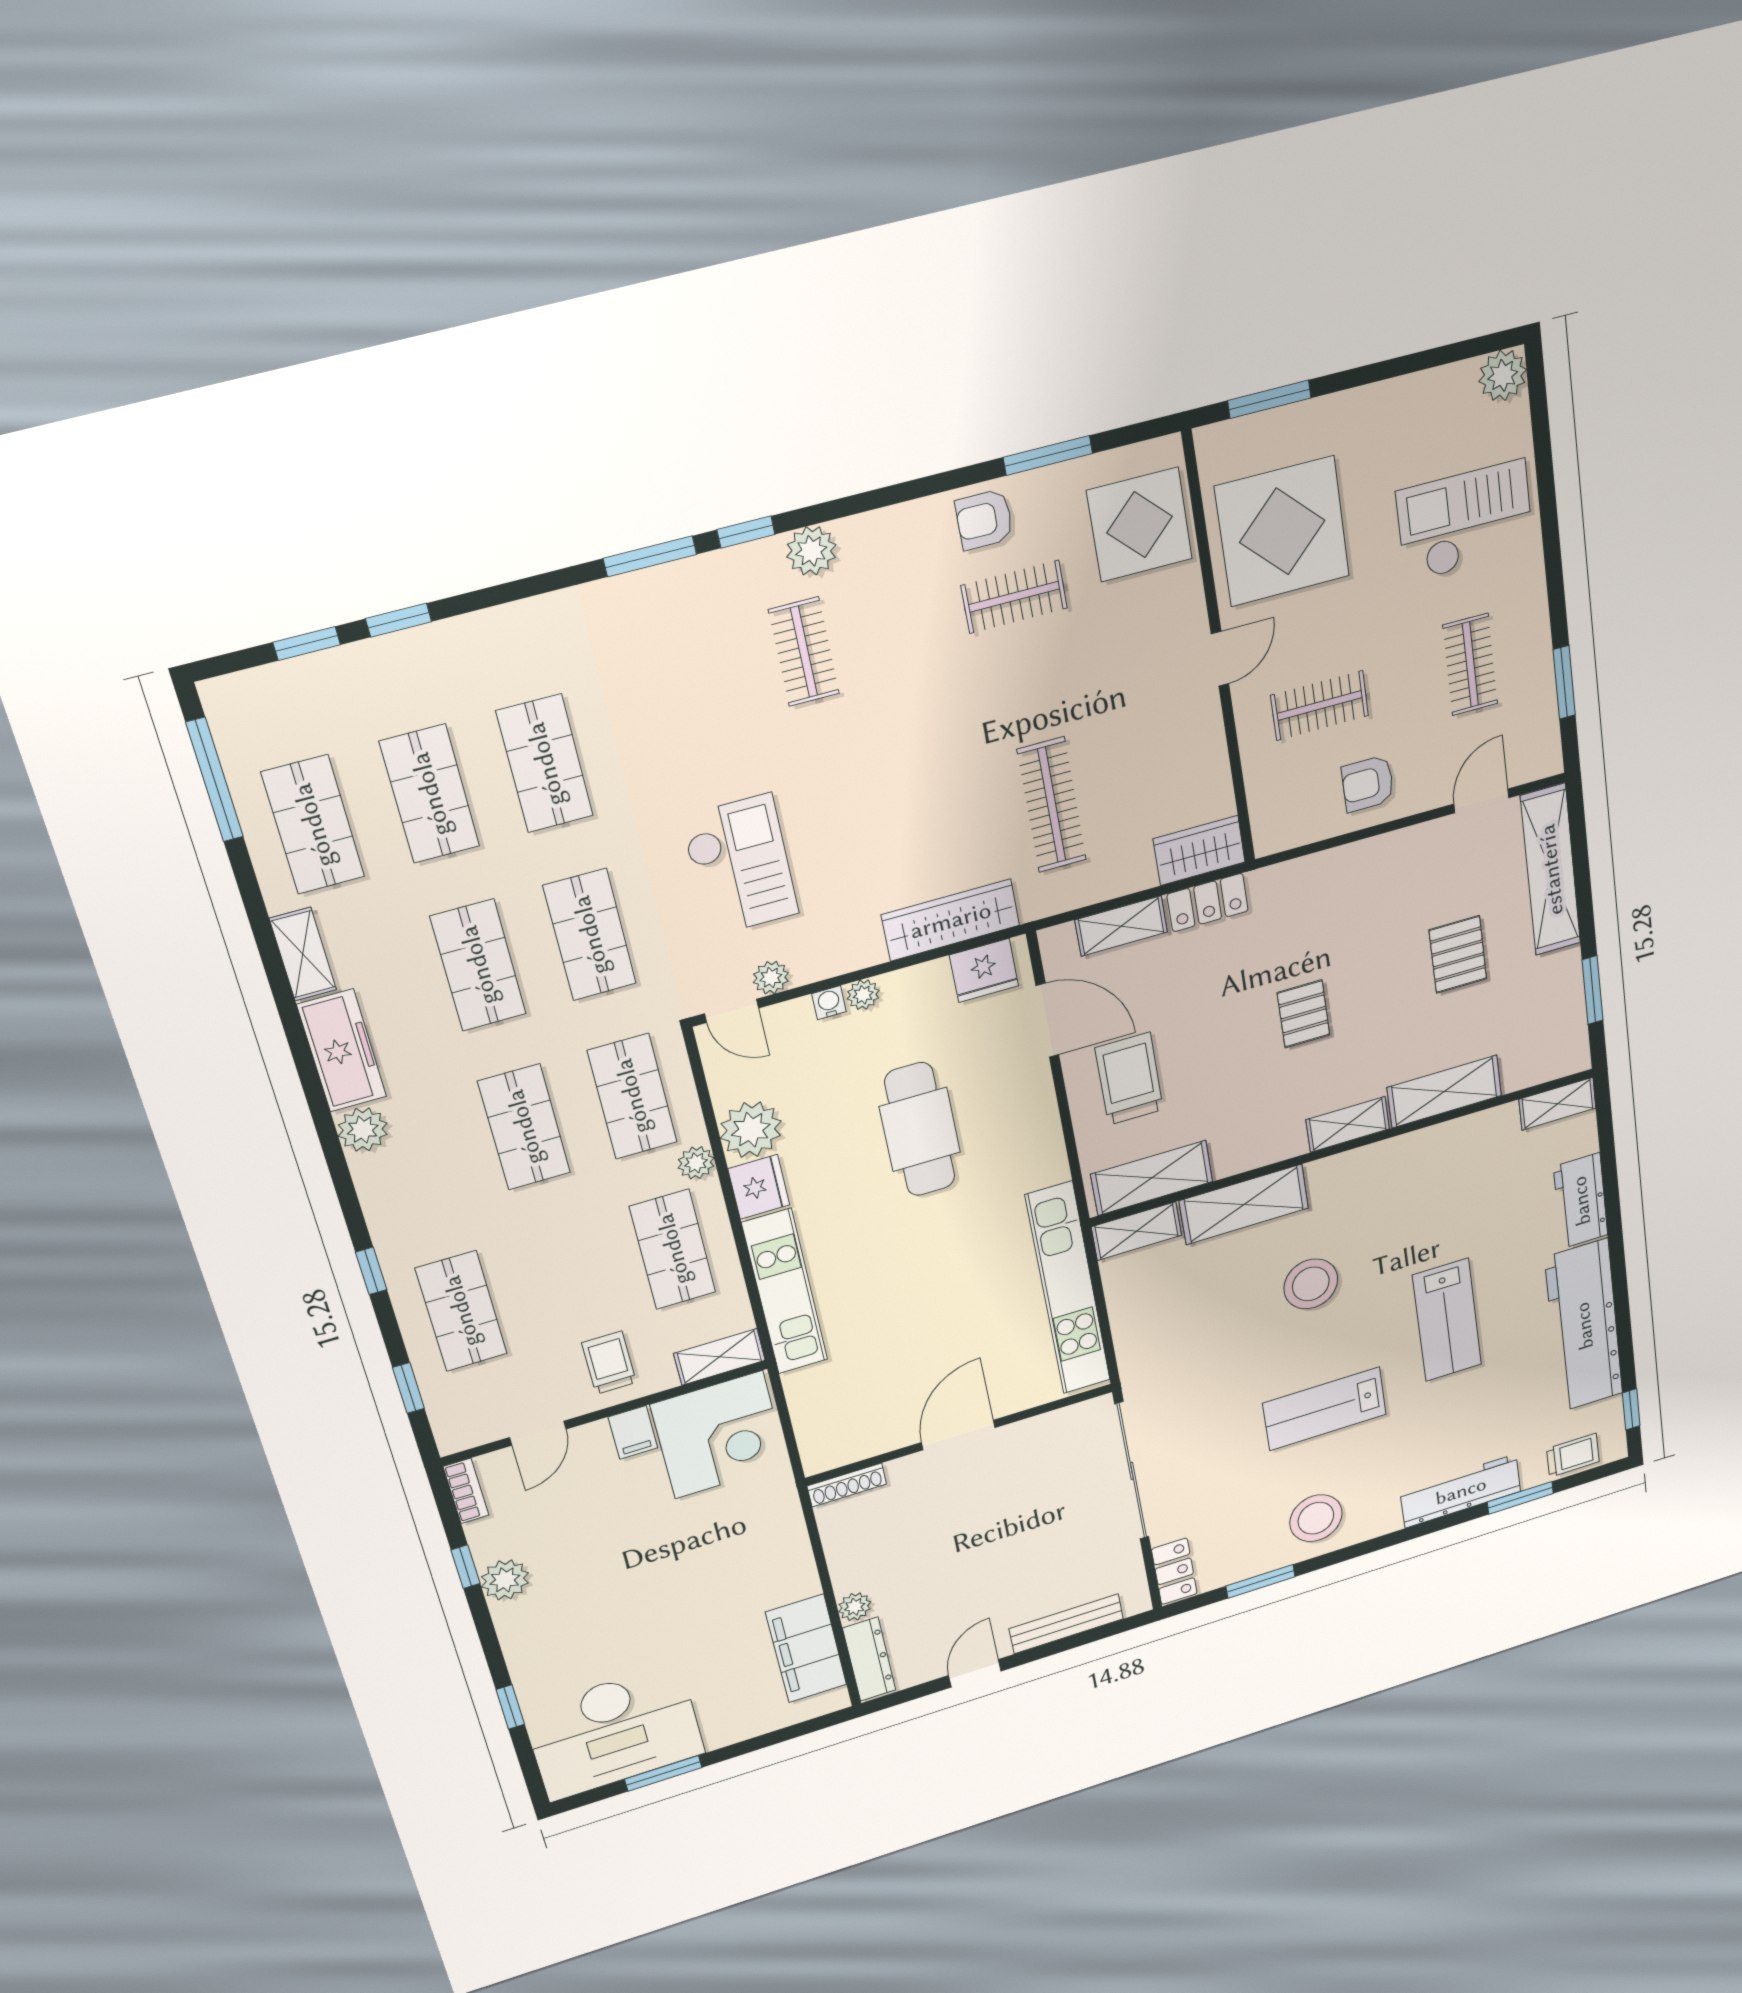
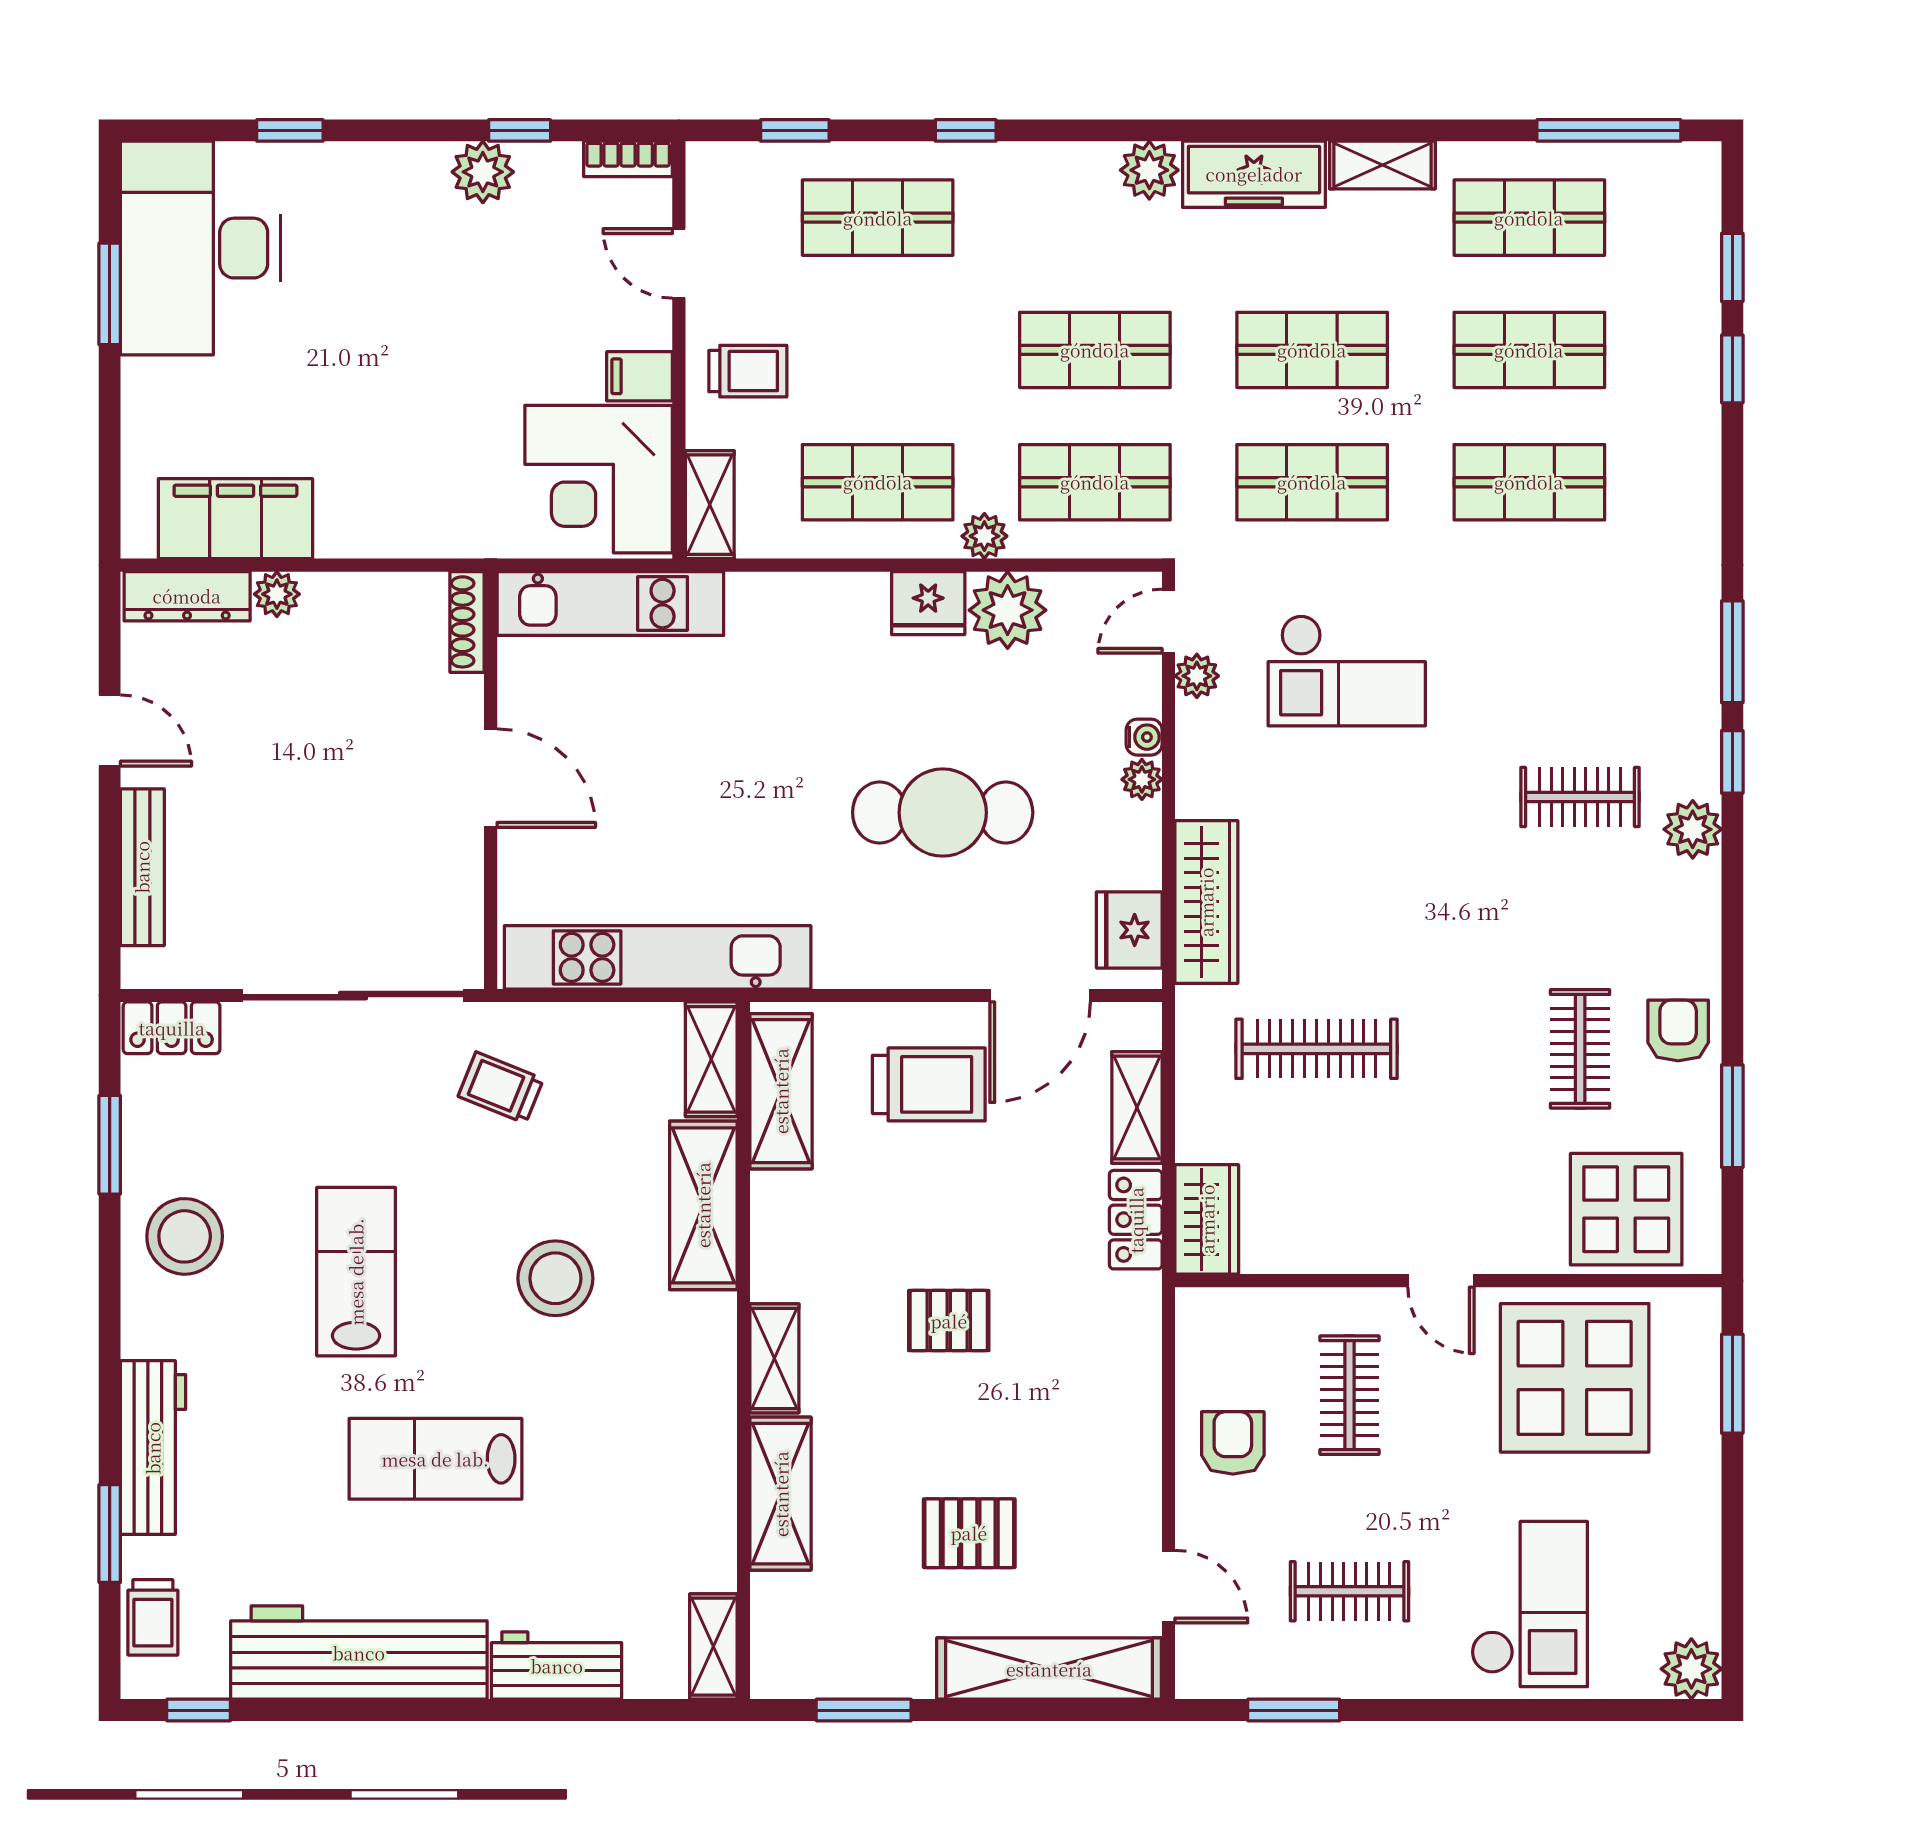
kitchen unit: (785, 1292) -> (610, 604), moved
trolley: (1181, 1360) -> (501, 1088), added

